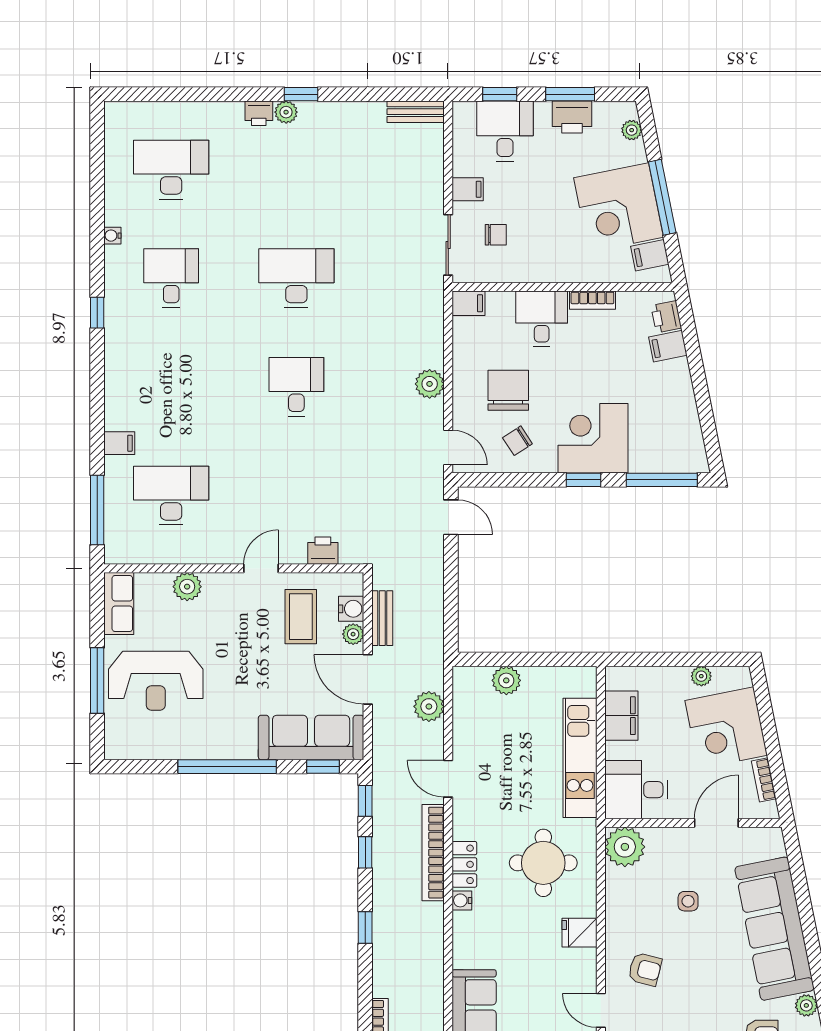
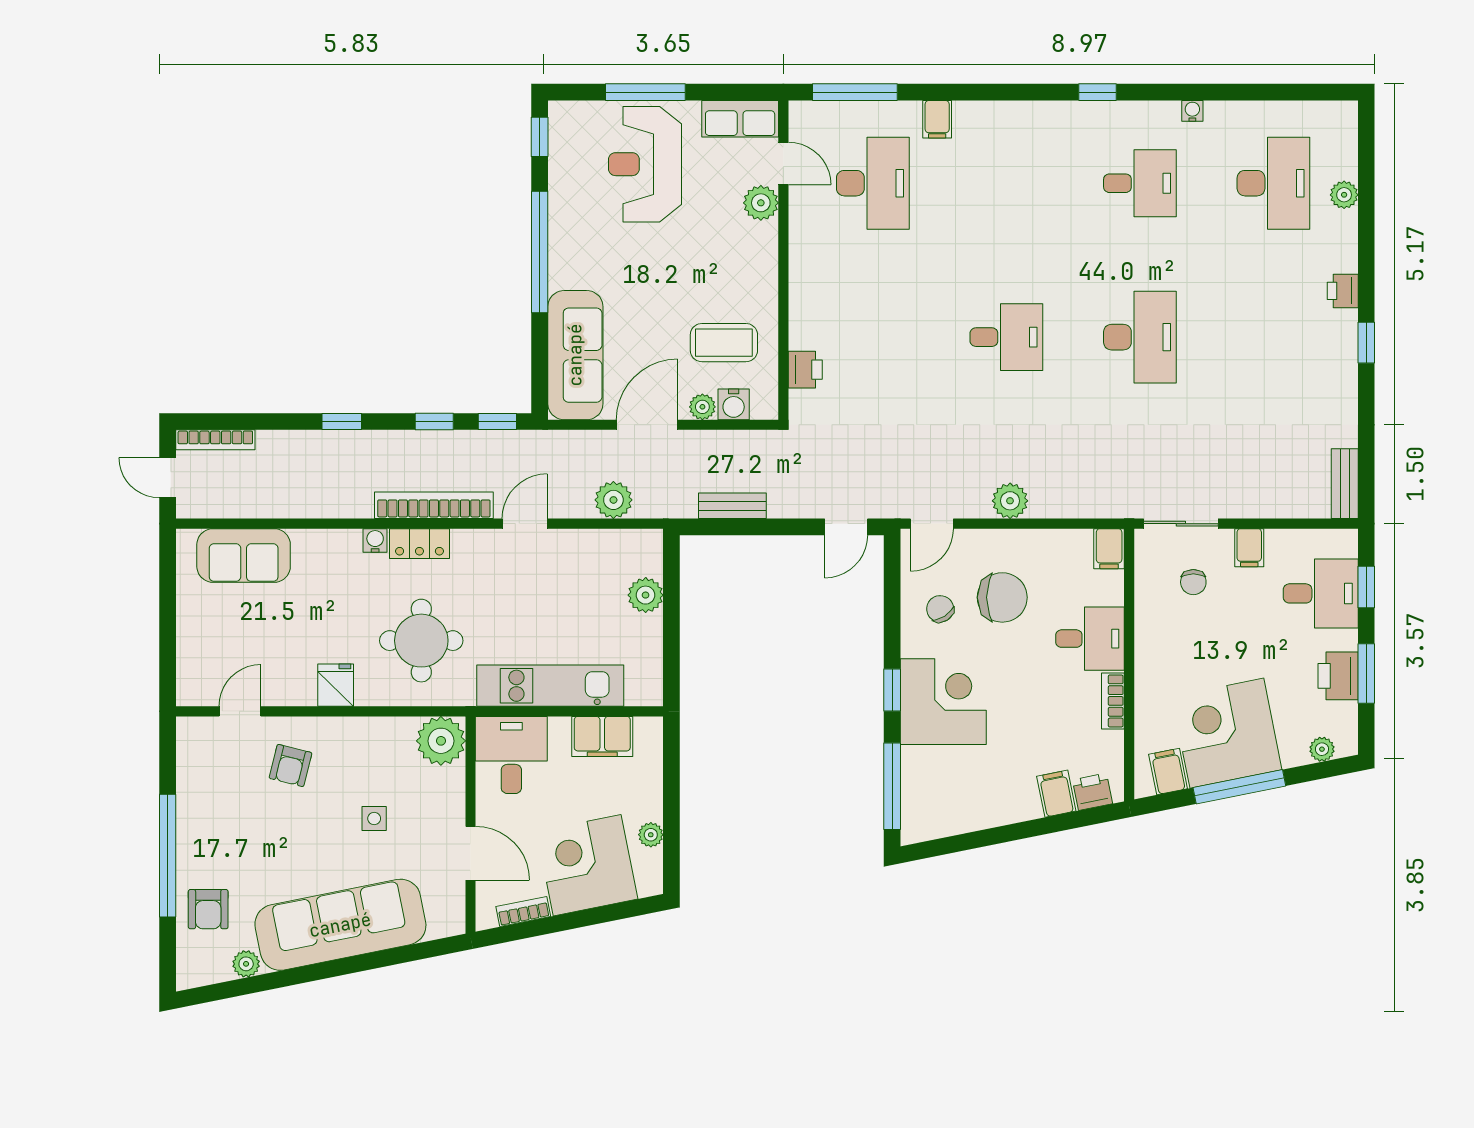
plant: (286, 112) -> (1344, 195), moved
door: (261, 568) -> (783, 163), moved
bench: (382, 618) -> (732, 506), moved
window: (323, 767) -> (540, 137), moved

